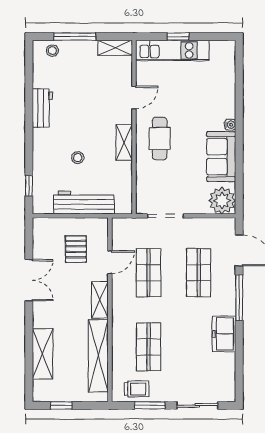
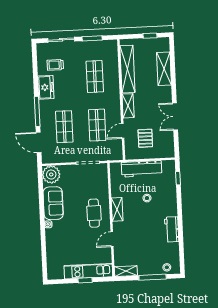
trolley: (137, 389) -> (55, 65), moved

